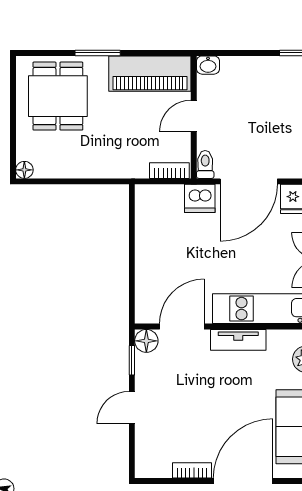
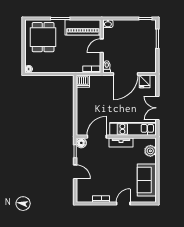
dishwasher: (200, 198) -> (83, 81), moved
door: (132, 408) -> (75, 172), swing flipped
door: (243, 481) -> (123, 204), width x0.53

